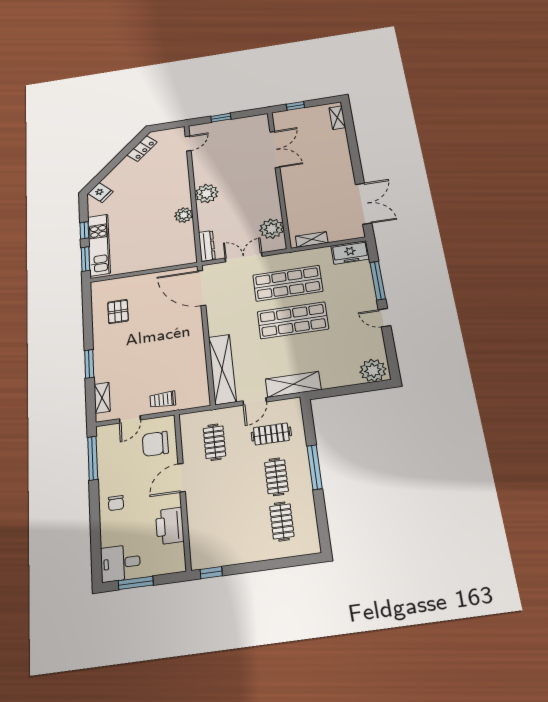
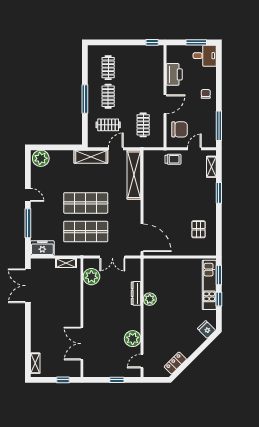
plant: (207, 194) -> (133, 339), moved
dresser: (207, 246) -> (136, 293), moved

